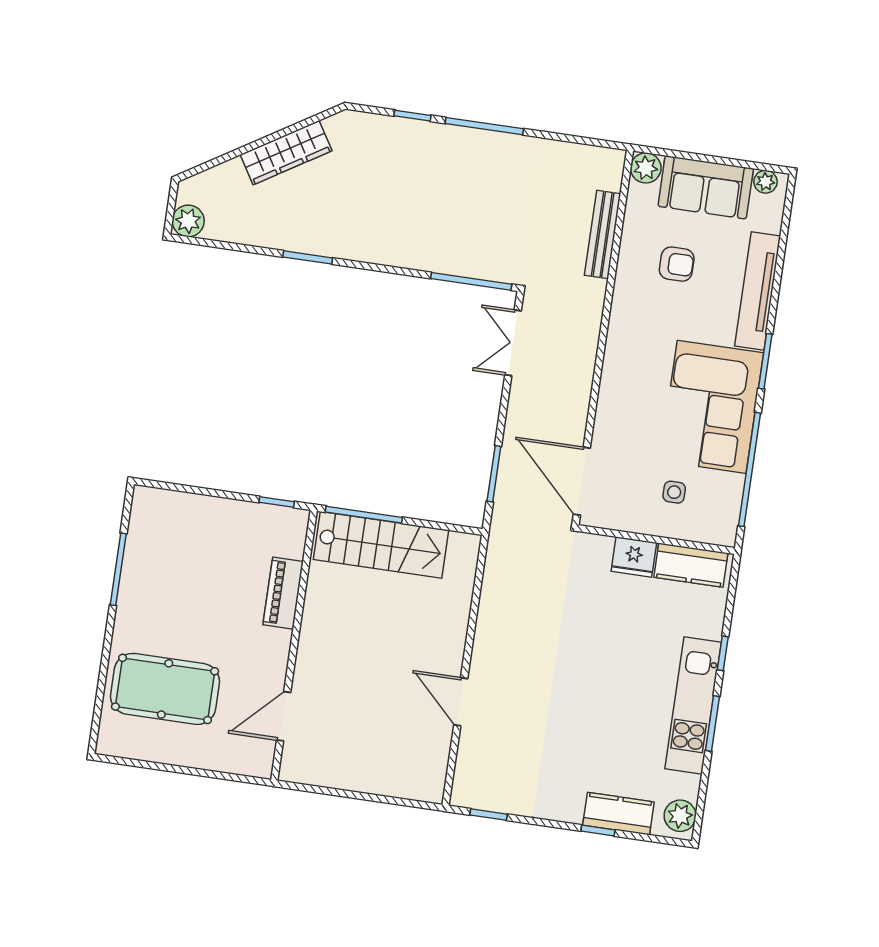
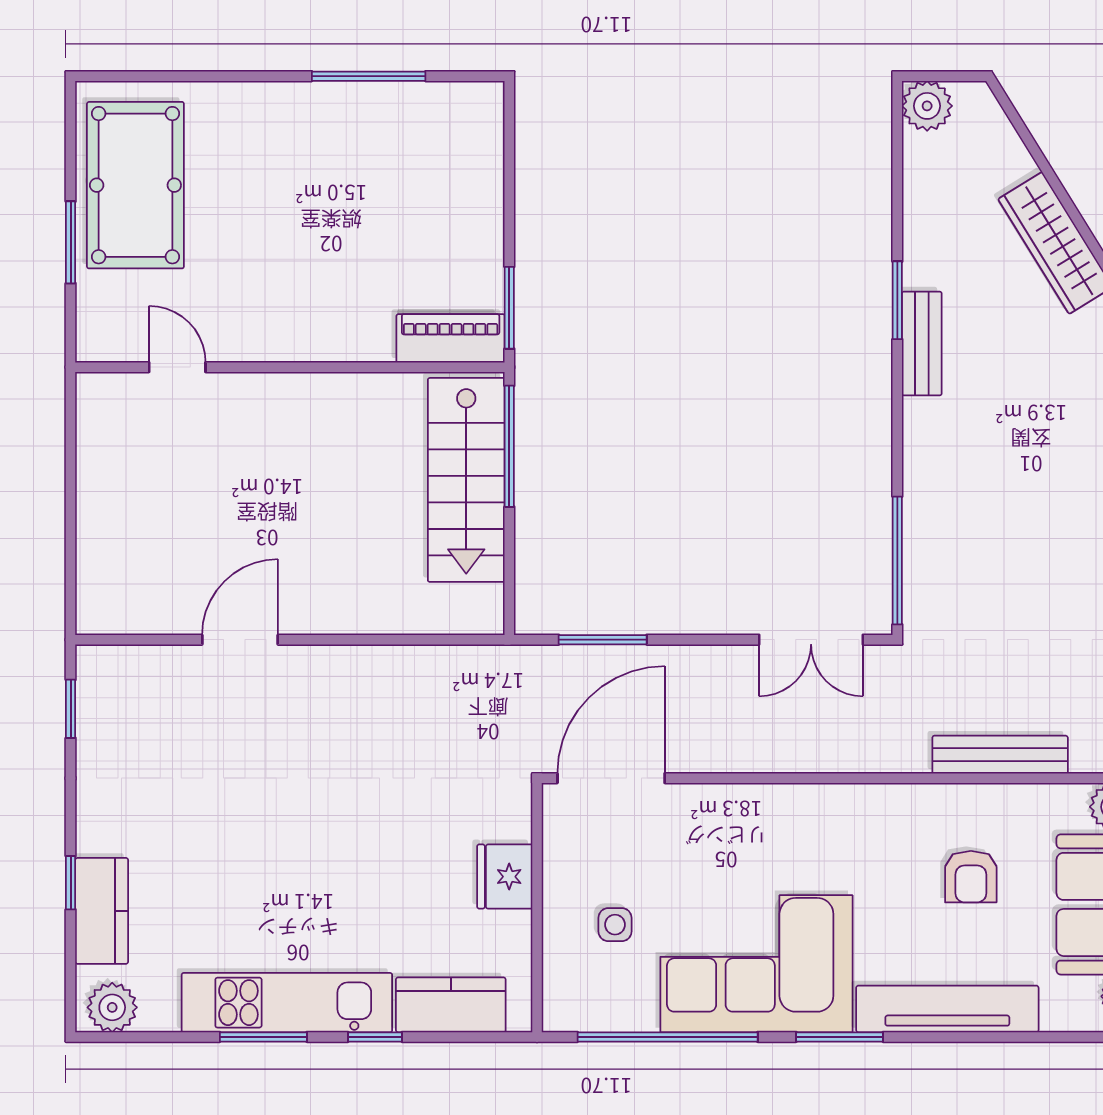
bench: (337, 246) -> (922, 343), added
double door: (513, 343) -> (811, 640), swing flipped
window: (277, 502) -> (509, 308), width x1.50
kitchen counter: (691, 565) -> (451, 1005), moved, turned 90
piano: (283, 593) -> (451, 338), moved
pool table: (165, 689) -> (135, 185), moved
door: (284, 716) -> (177, 367), width x0.73
window: (195, 772) -> (71, 242), added

